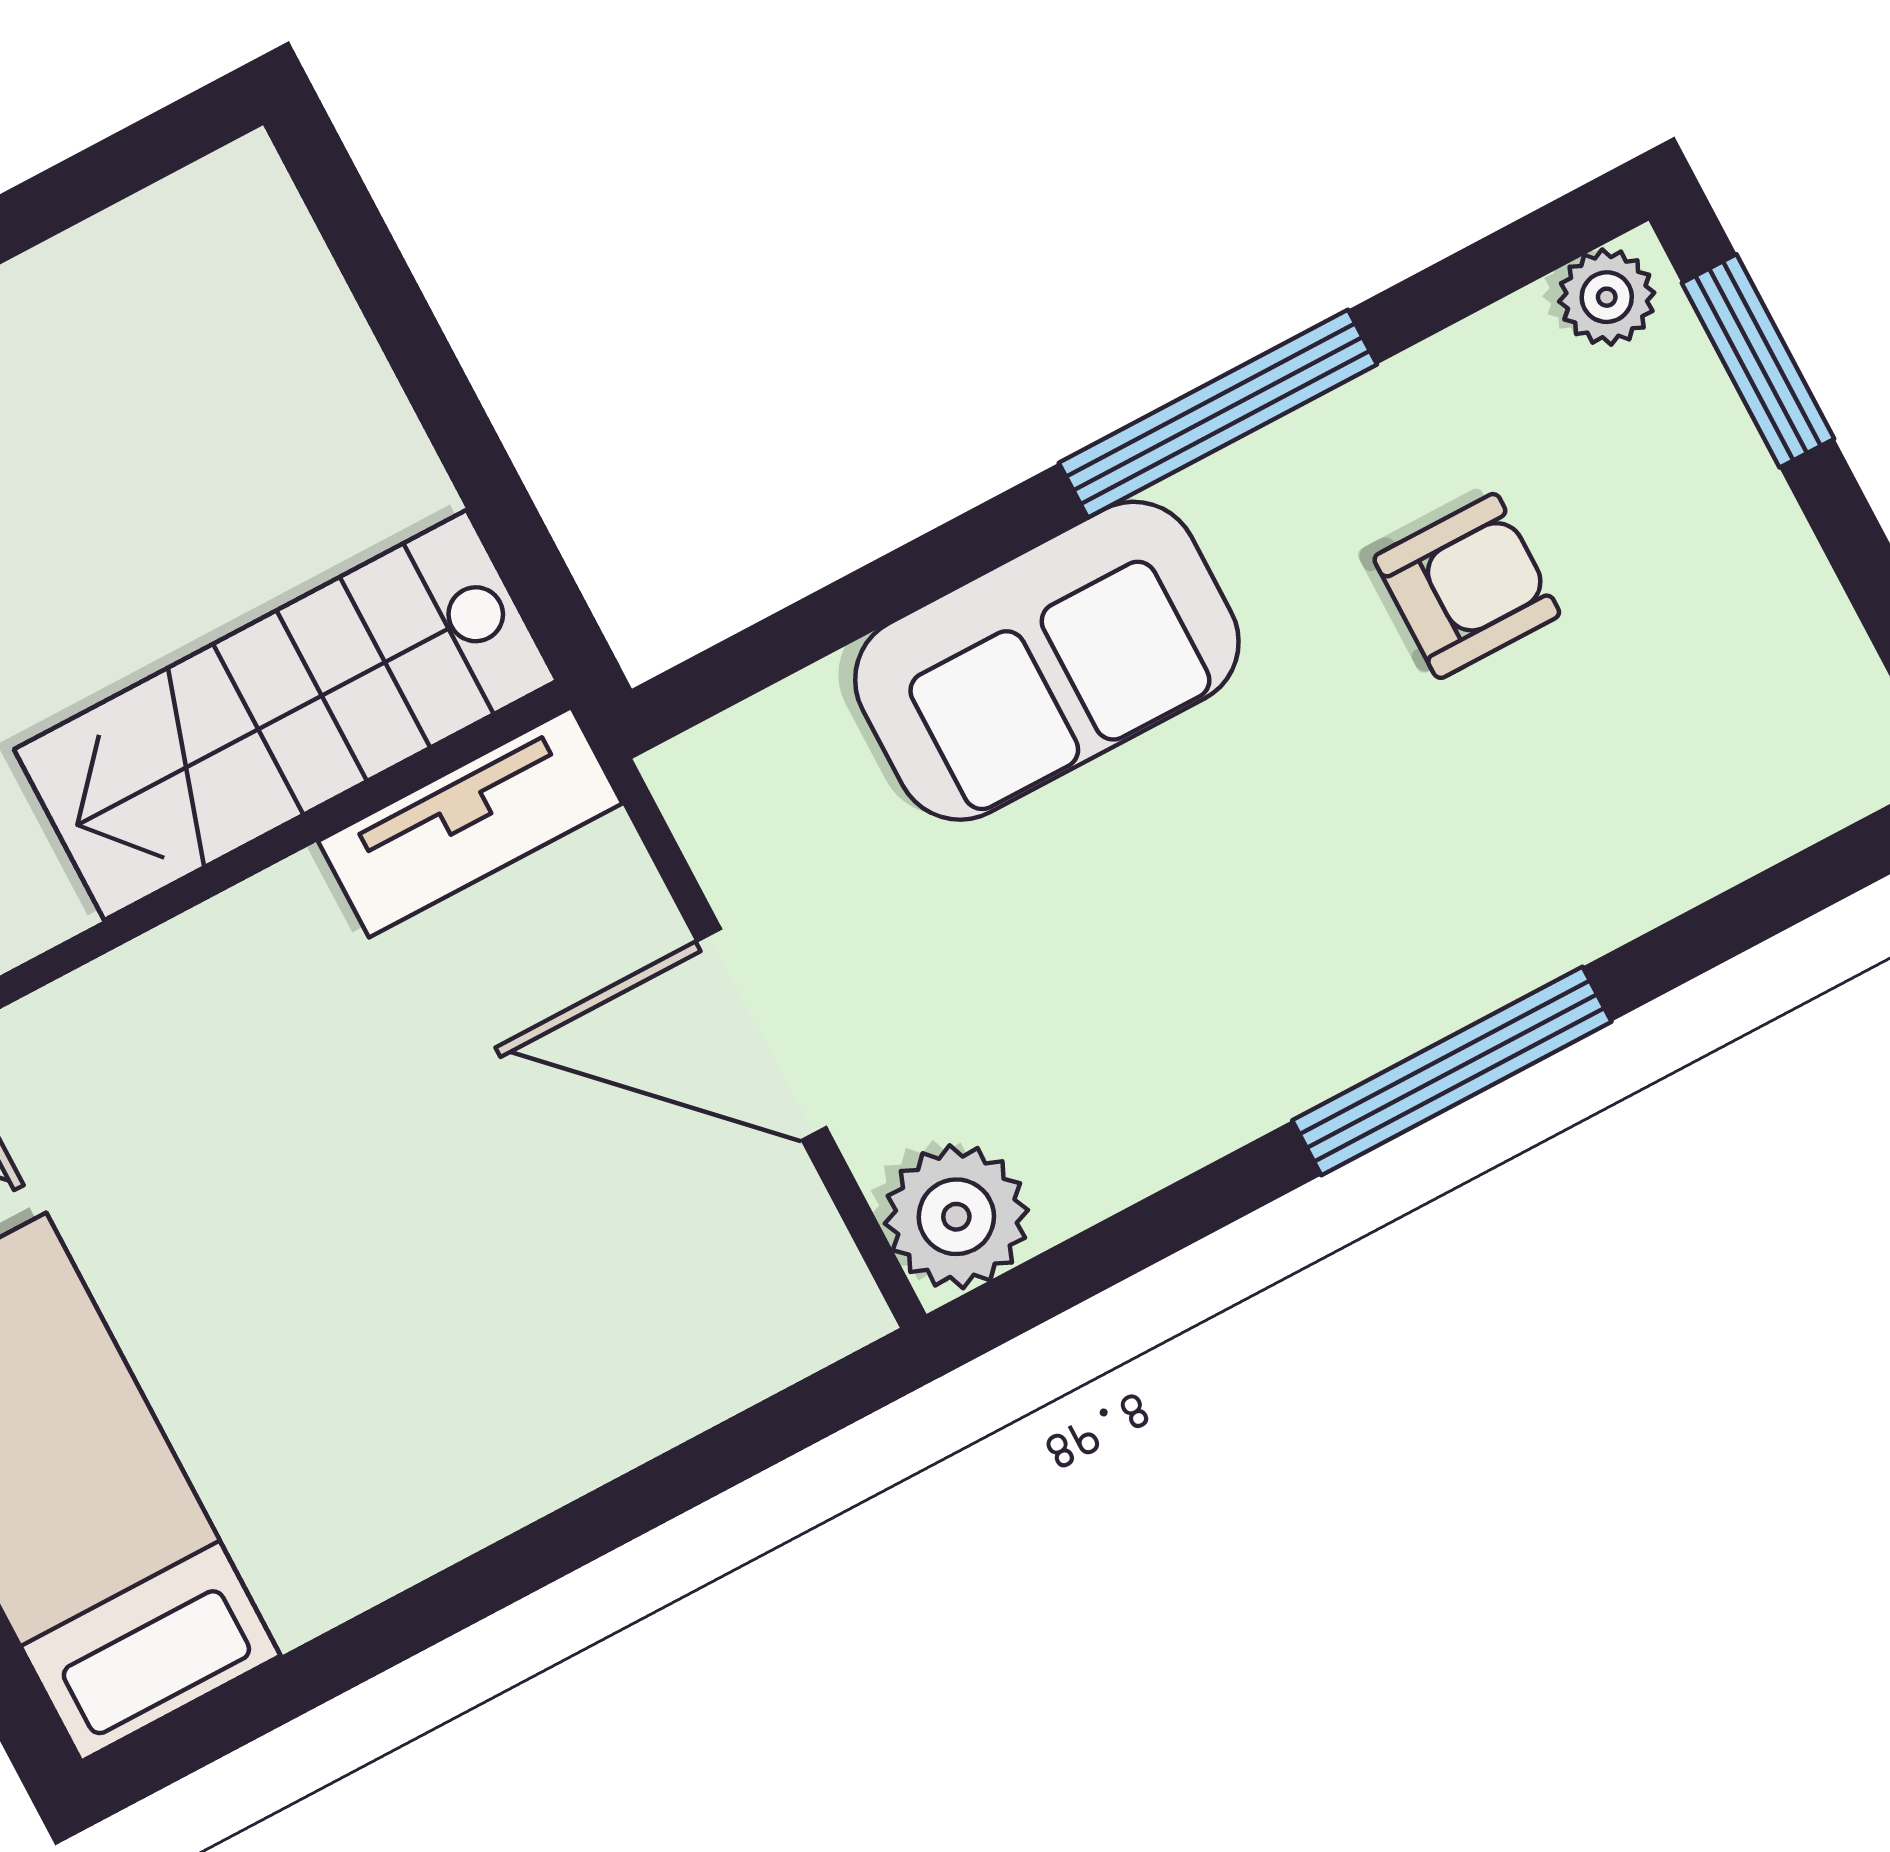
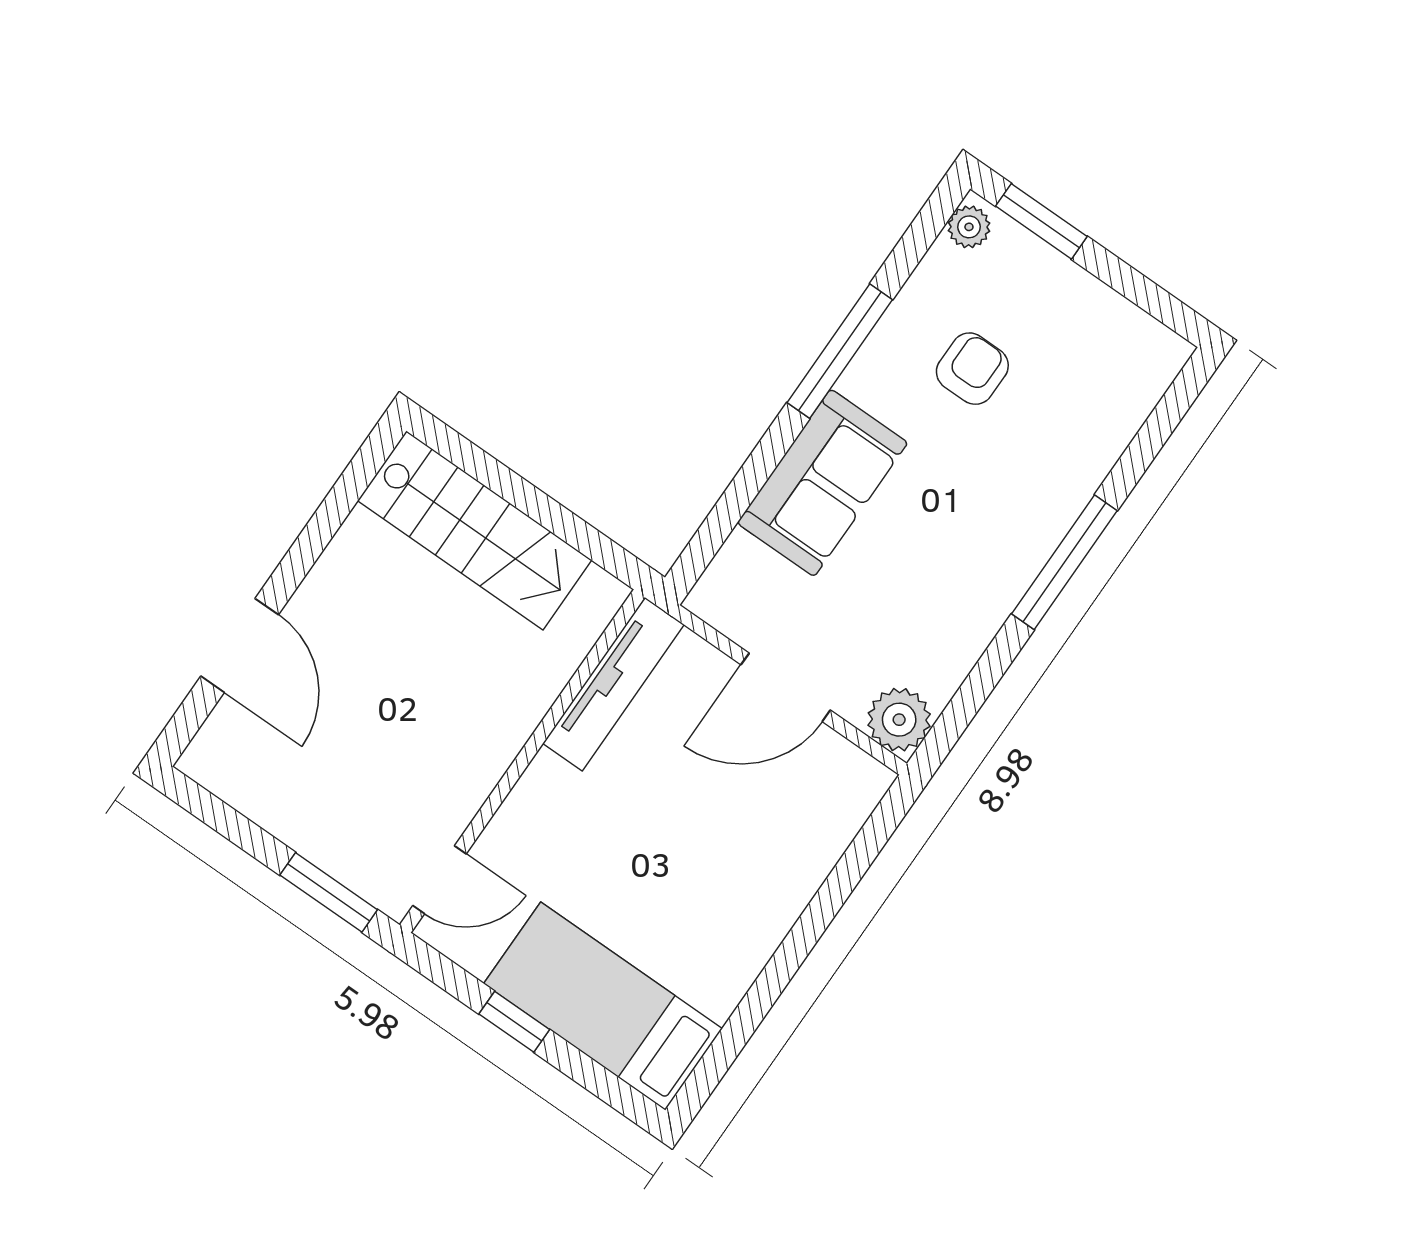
stairs: (286, 715) -> (475, 530), moved, turned -90
tv unit: (470, 822) -> (614, 684), width x1.41

